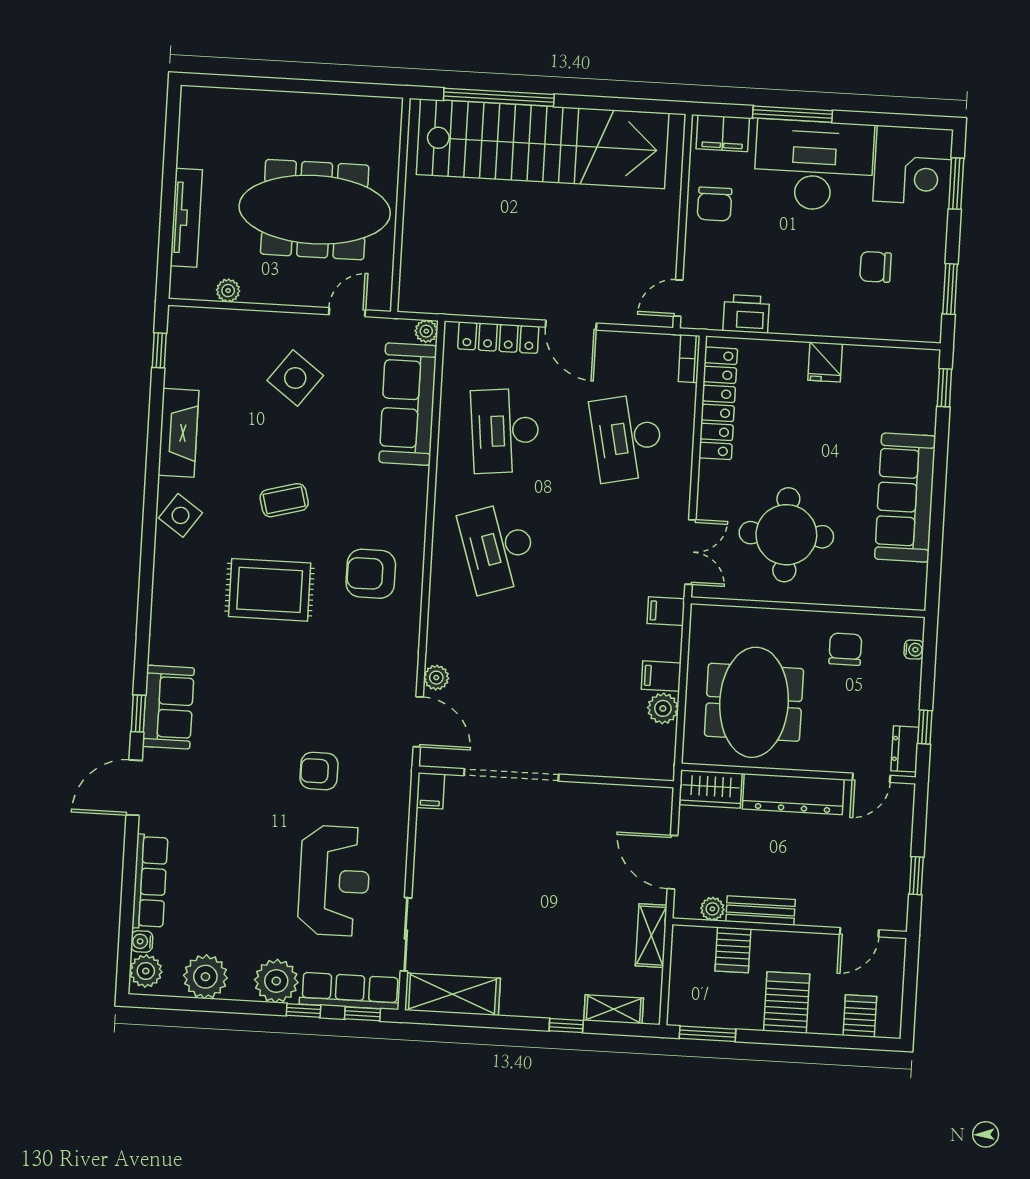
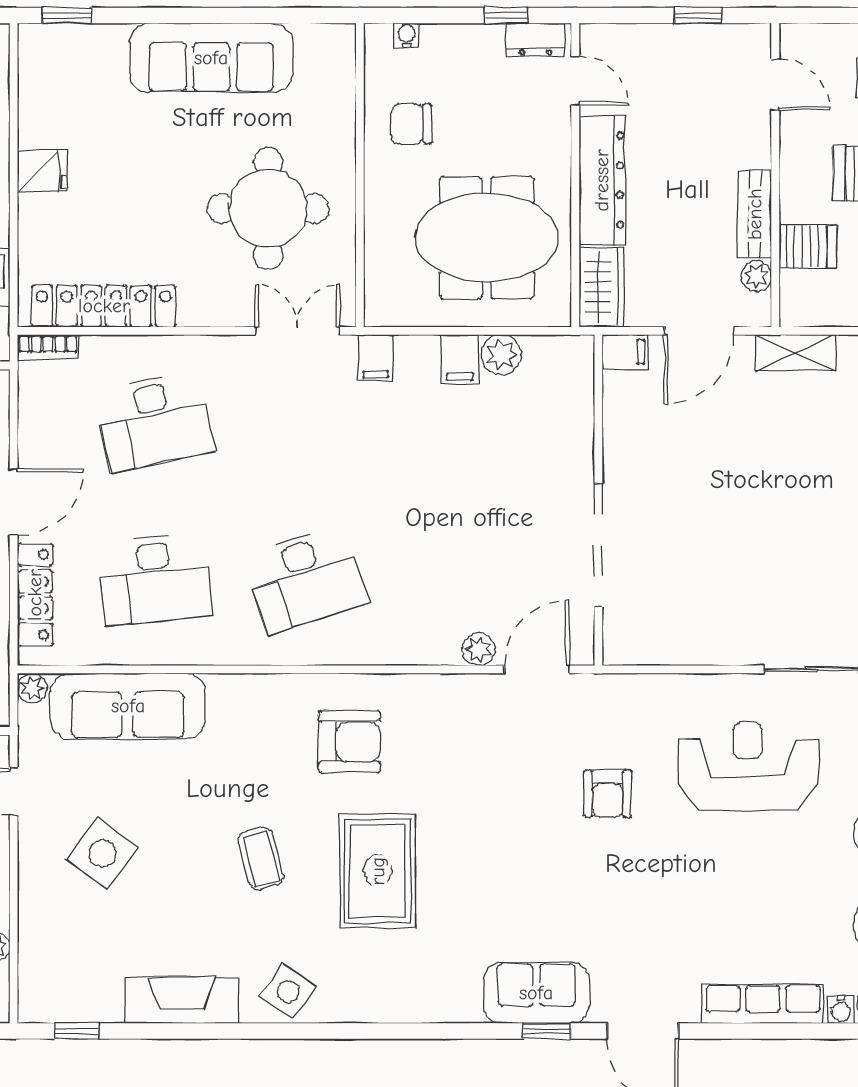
armchair: (371, 574) -> (349, 742), turned -90
filing cabinet: (430, 791) -> (625, 352), moved

